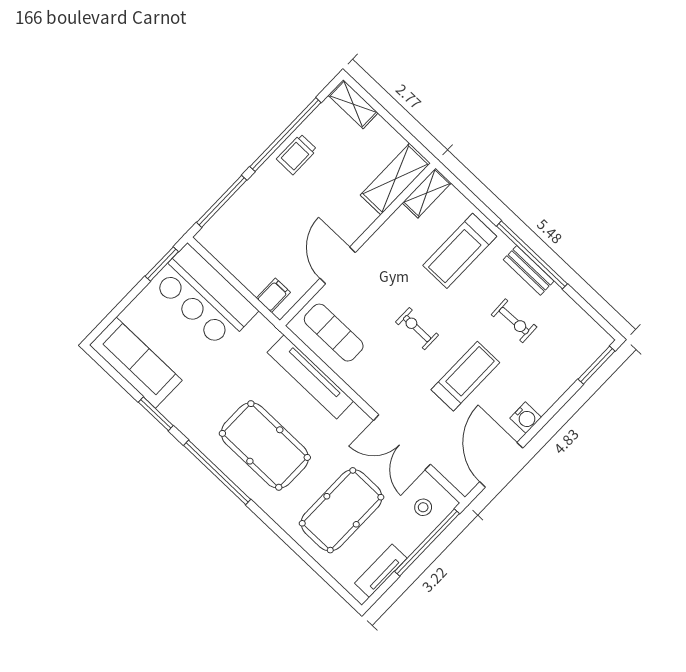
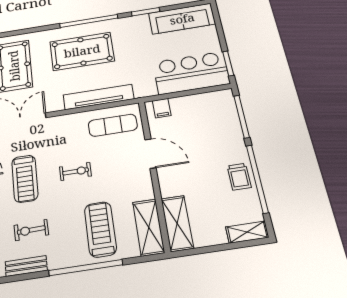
trolley: (297, 154) -> (239, 177), turned 180
shelving: (427, 193) -> (149, 227), width x1.50, depth x1.33
window: (532, 255) -> (86, 268), moved
bench: (529, 270) -> (26, 266), moved

